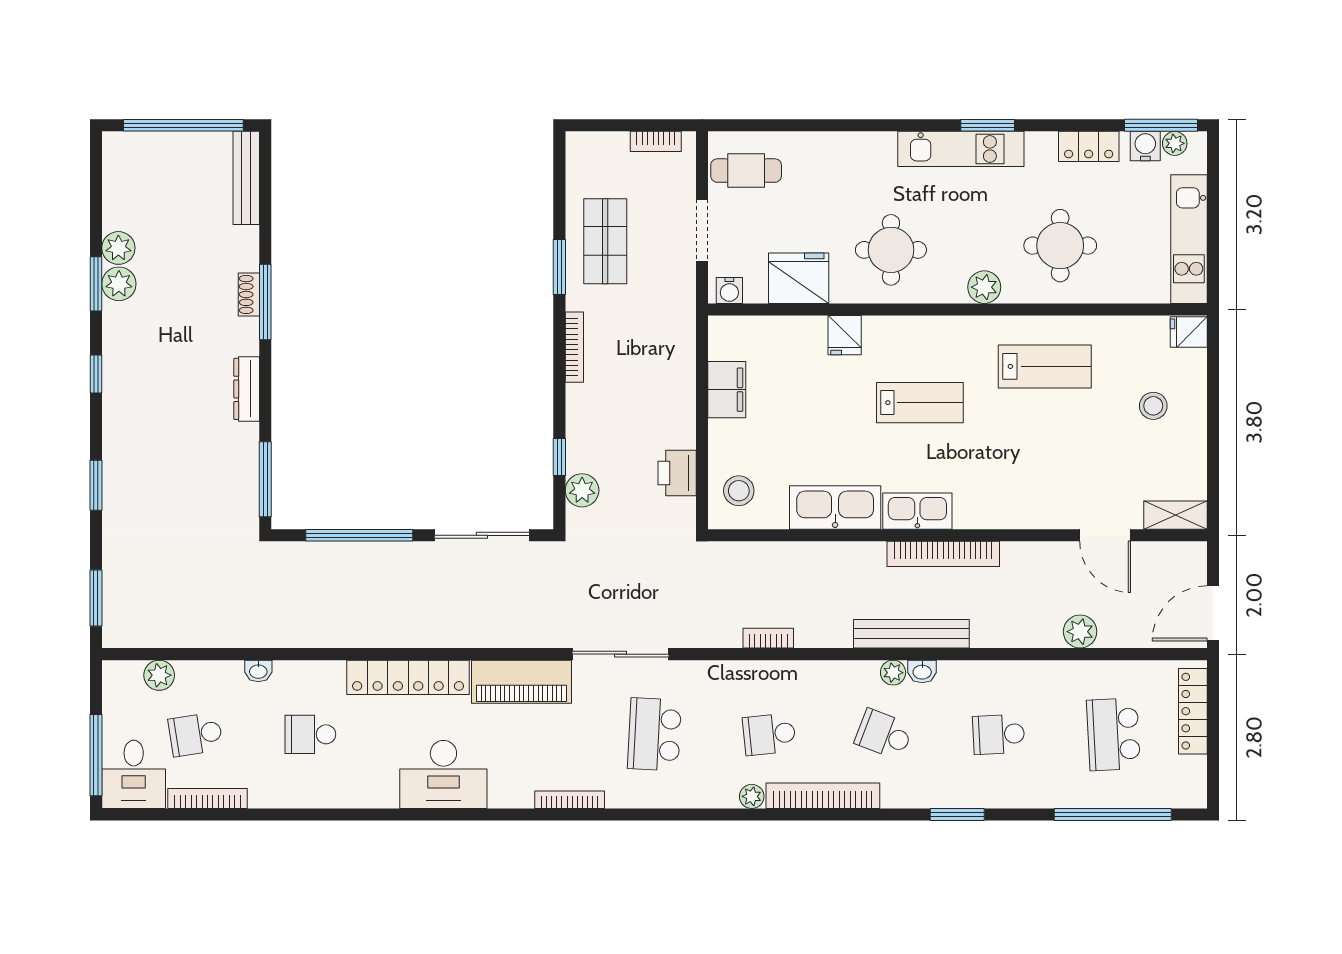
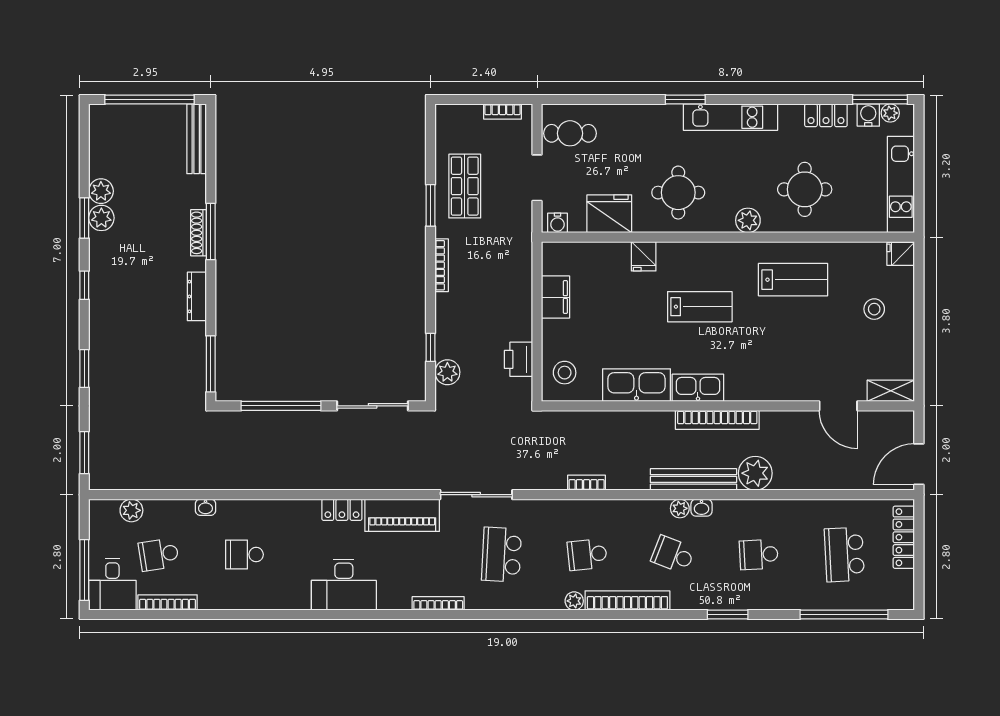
window: (988, 125) -> (685, 99), moved
shoe rack: (249, 294) -> (198, 233), width x1.43
plant: (1080, 632) -> (755, 473), moved, width x1.36, depth x1.36
locker: (408, 677) -> (342, 510), width x0.46, depth x0.83

